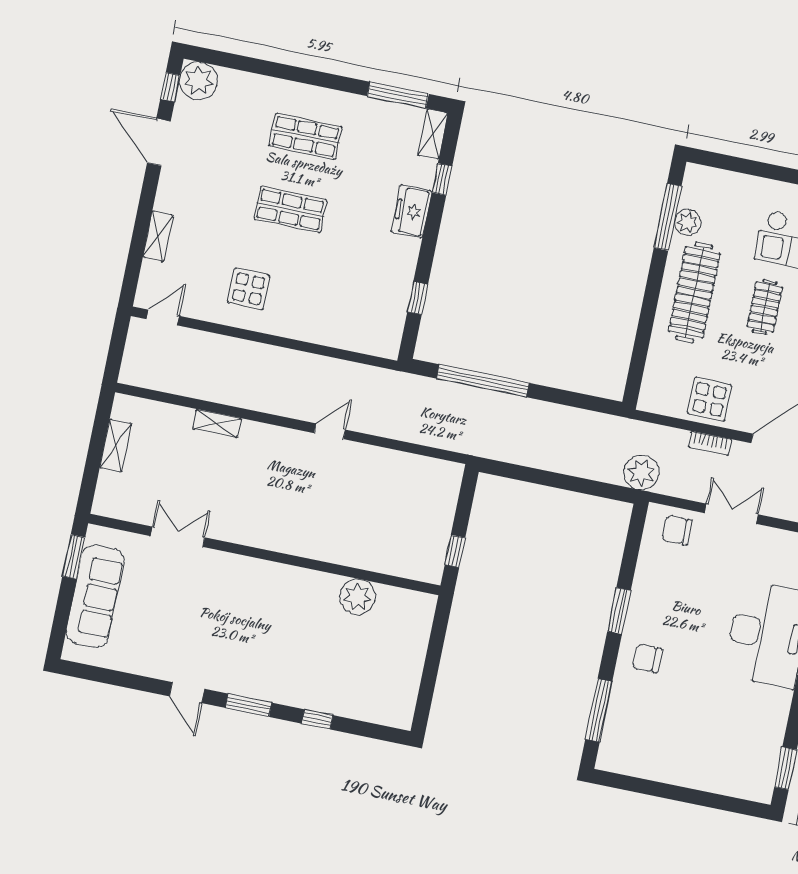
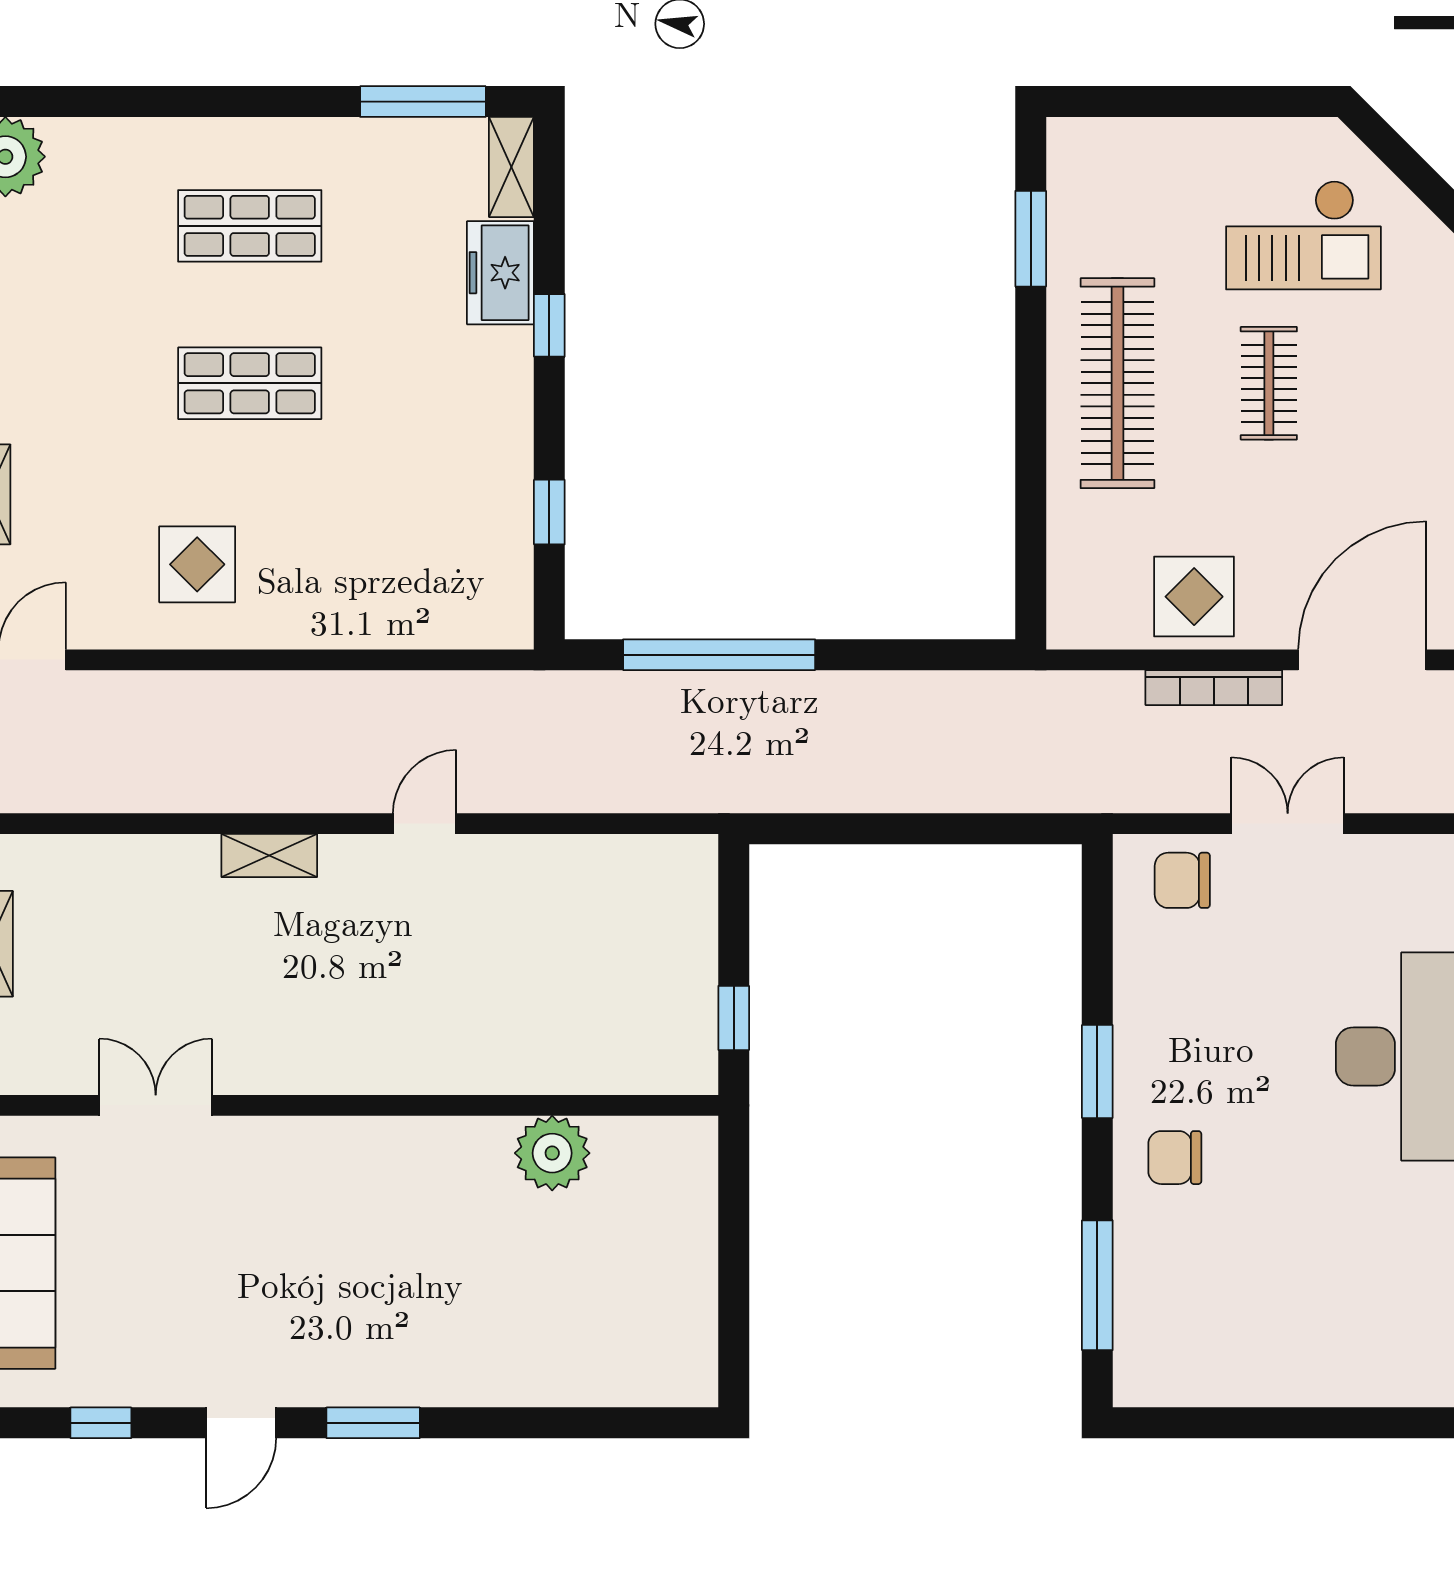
window: (442, 179) -> (549, 325), moved
freezer: (412, 211) -> (500, 273), moved
window: (668, 217) -> (1031, 239), width x0.69
plant: (687, 222) -> (1074, 241), removed
shelving: (217, 424) -> (269, 855), moved
bookcase: (710, 443) -> (1214, 688), width x1.56
plant: (641, 473) -> (1084, 777), removed
door: (187, 693) -> (241, 1423), hinge flipped
window: (317, 719) -> (101, 1423), moved

